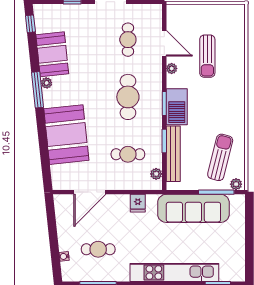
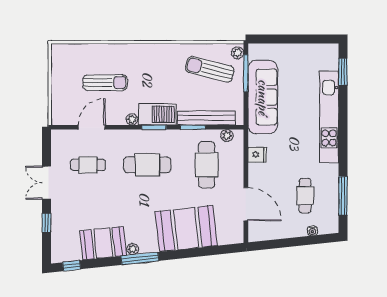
plant: (172, 68) -> (132, 119), moved
cafe table: (128, 154) -> (207, 165), width x1.37, depth x1.35

